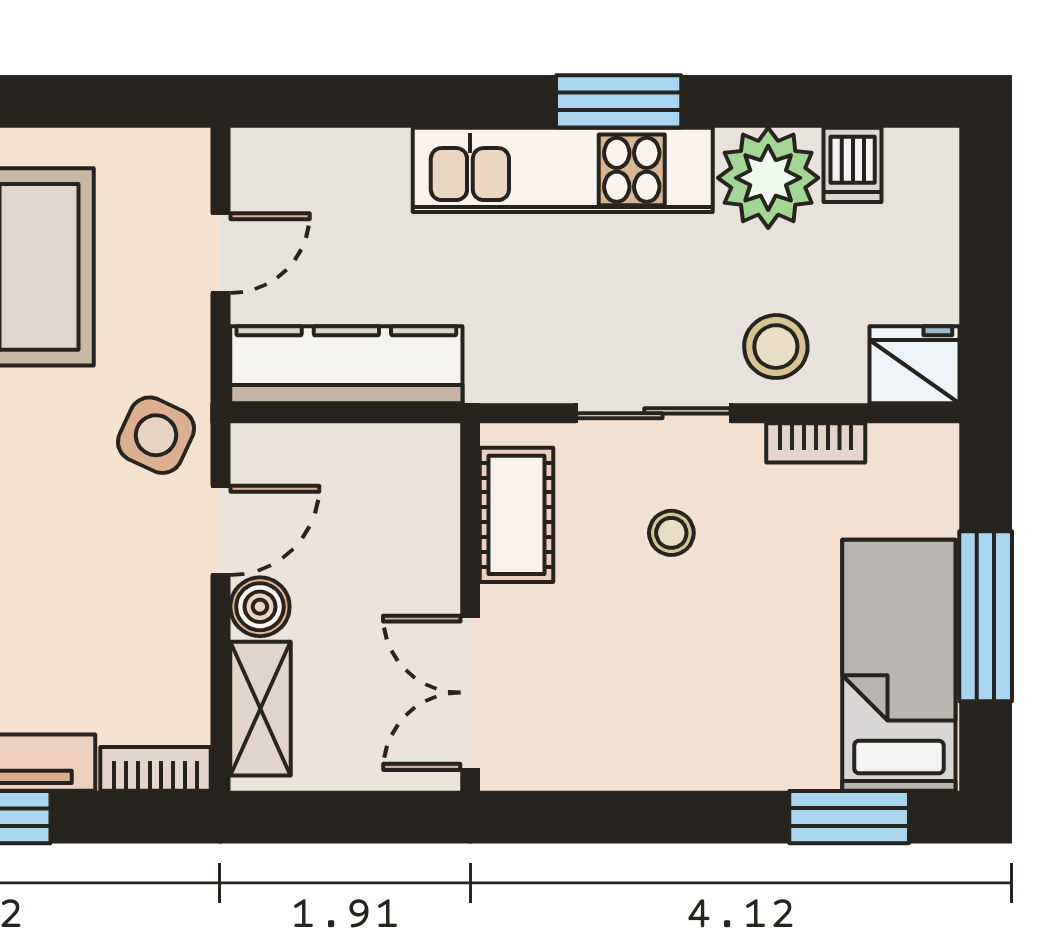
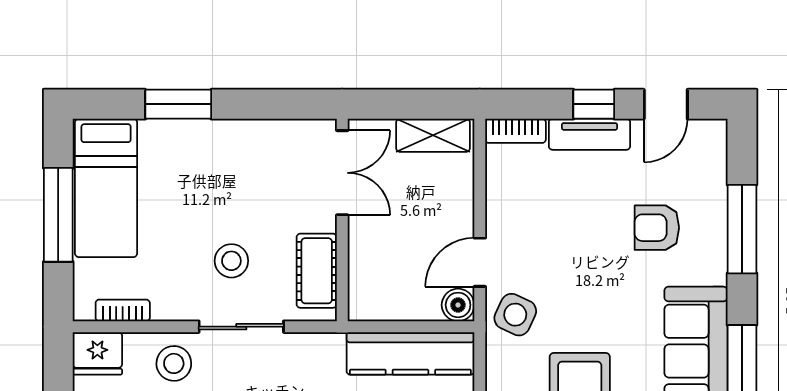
bookcase: (816, 443) -> (123, 310), moved
stool: (671, 533) -> (231, 261), width x1.37, depth x1.37
boiler: (260, 607) -> (458, 305), moved
shelving: (261, 709) -> (433, 135), moved, turned 90
window: (849, 817) -> (178, 104), moved

